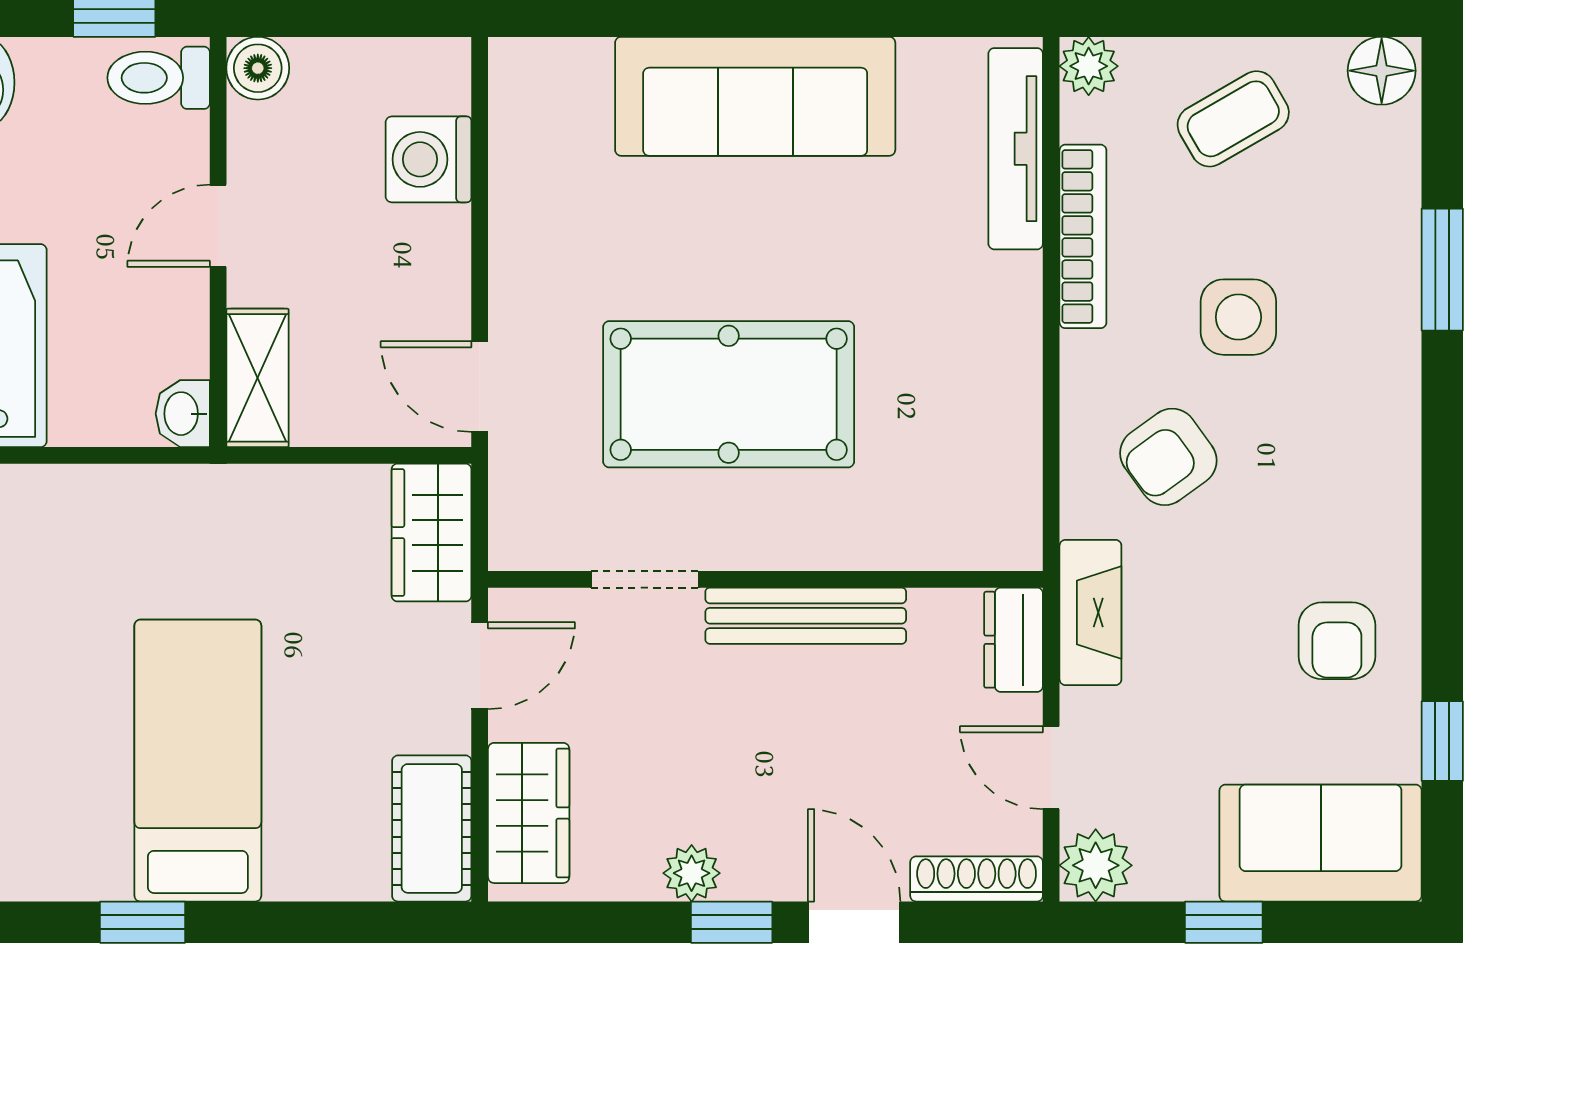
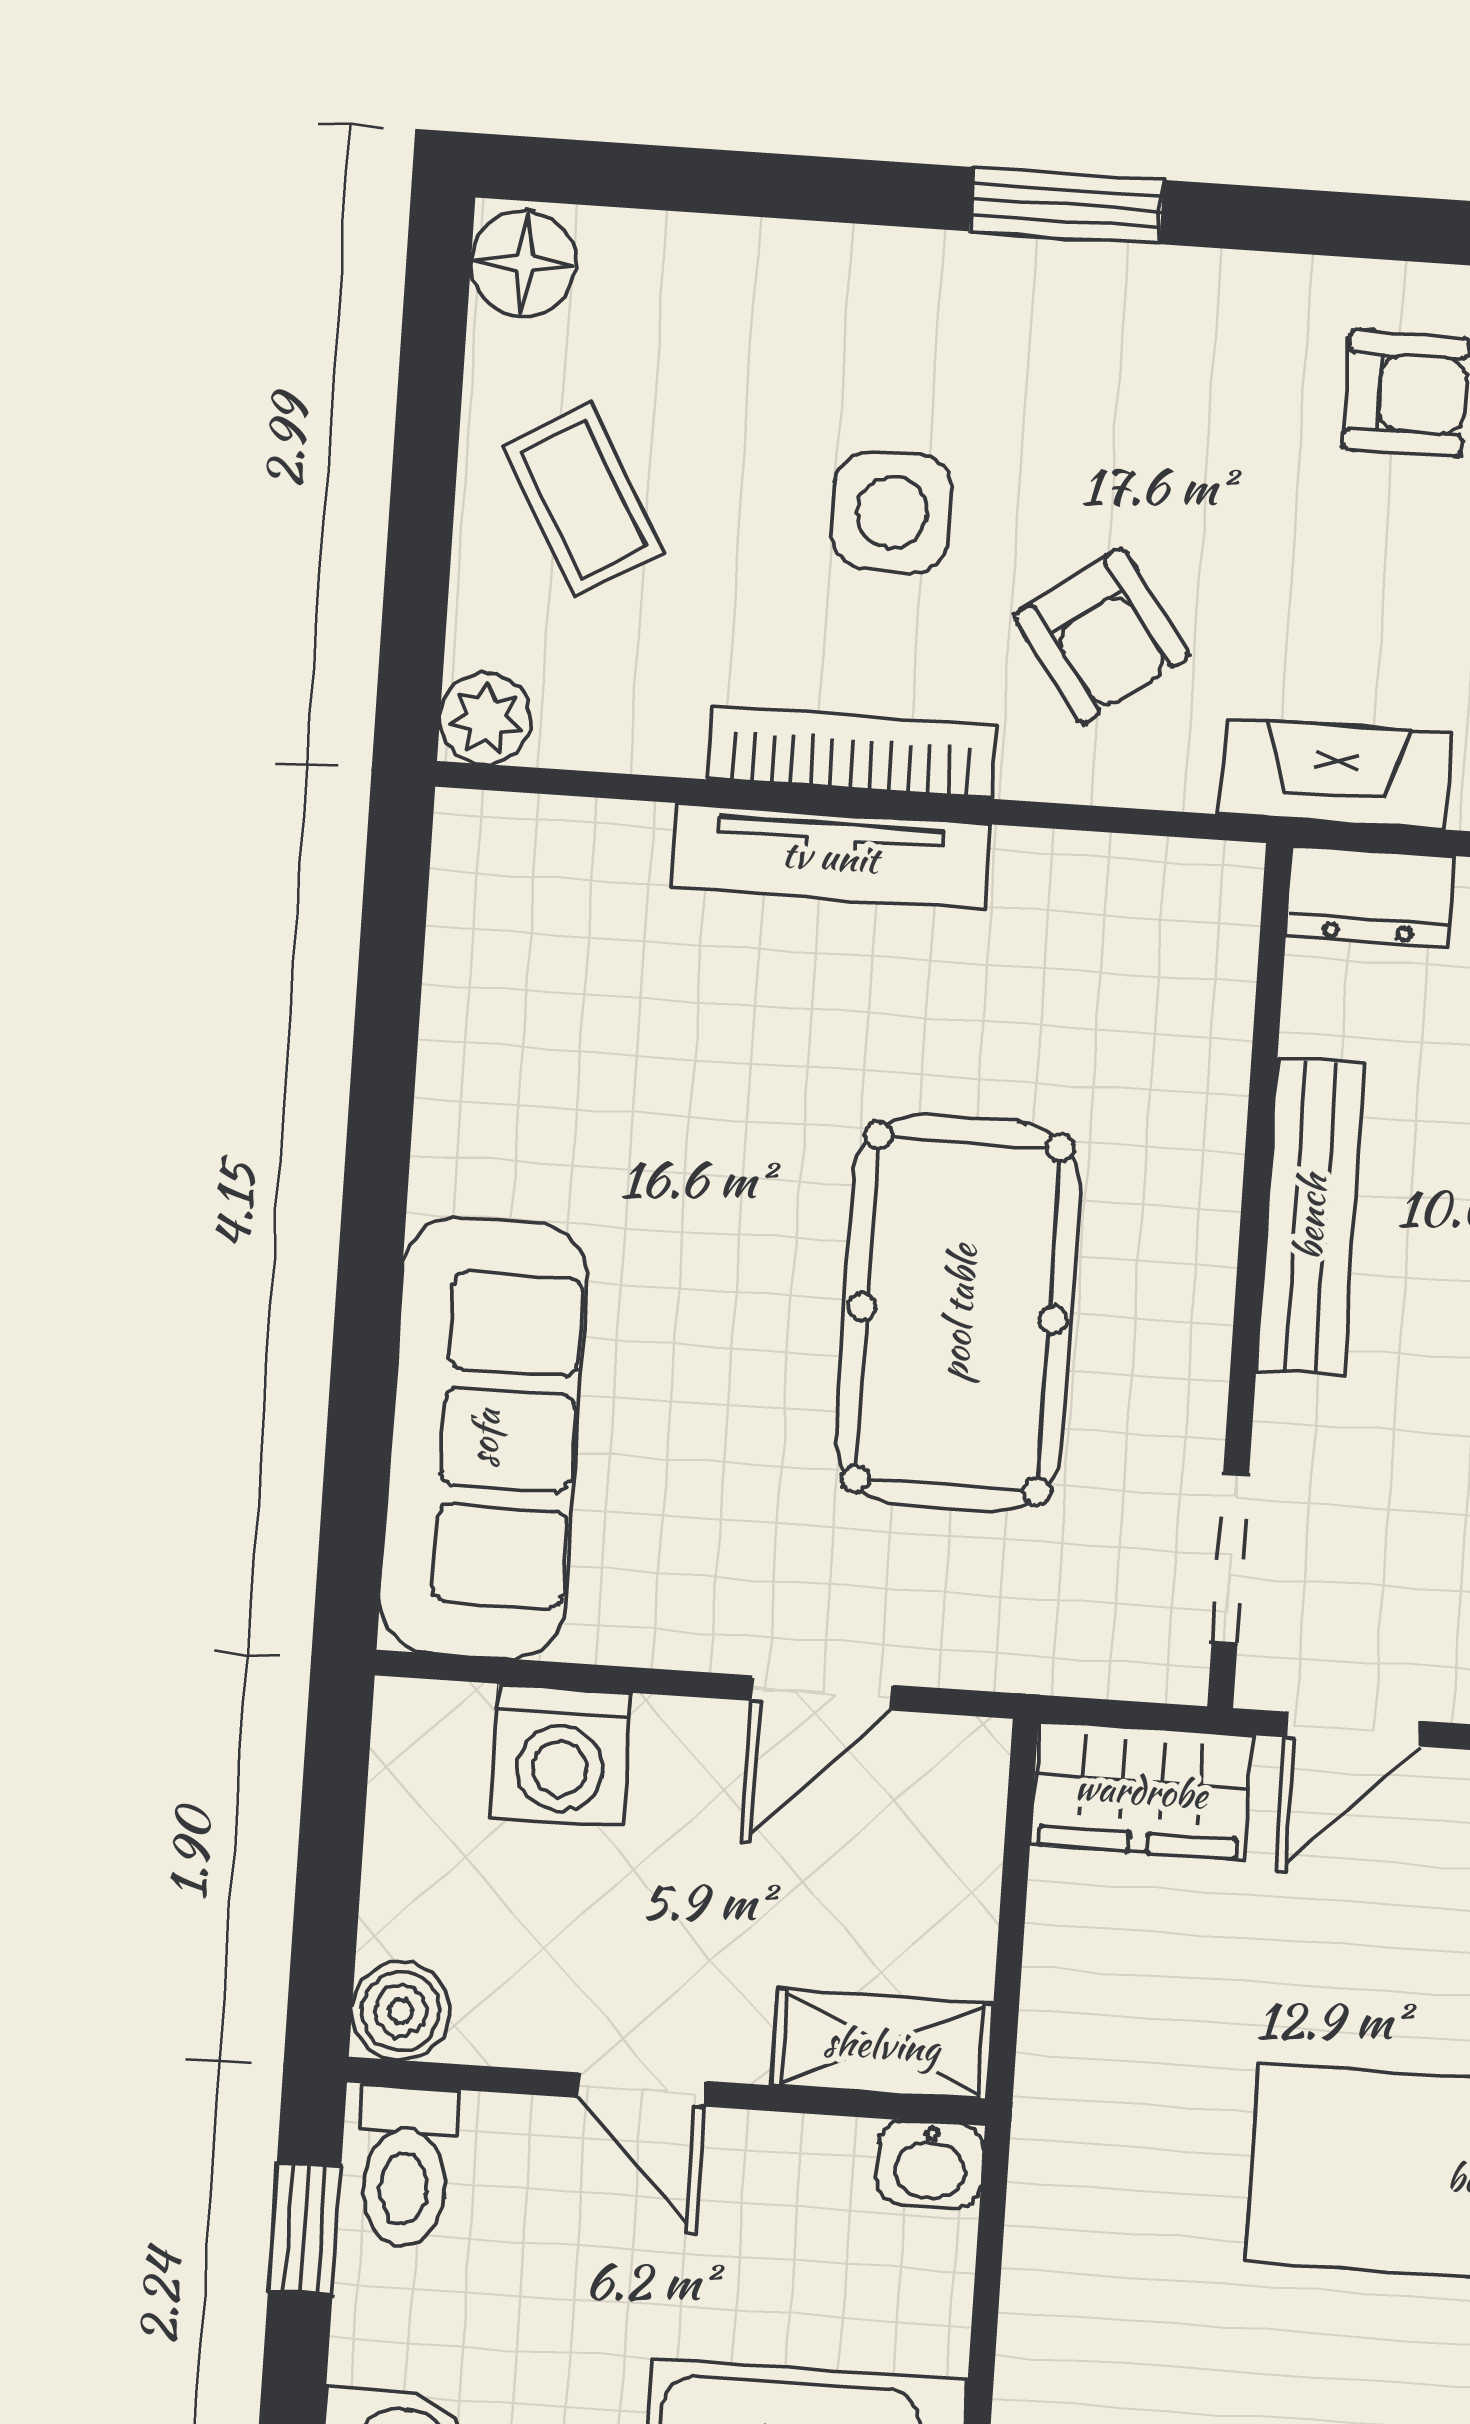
sofa: (755, 96) -> (484, 1438), moved
tv unit: (1016, 149) -> (830, 856), moved
bookcase: (1083, 236) -> (852, 752), moved
window: (1442, 270) -> (1066, 206), moved
door: (480, 387) -> (822, 1693), moved
doorway: (645, 579) -> (1230, 1559), moved
door: (480, 666) -> (1354, 1729), swing flipped

